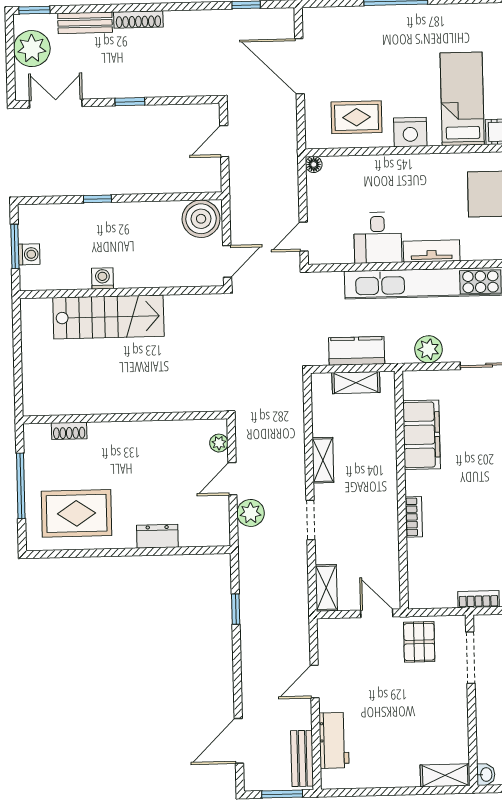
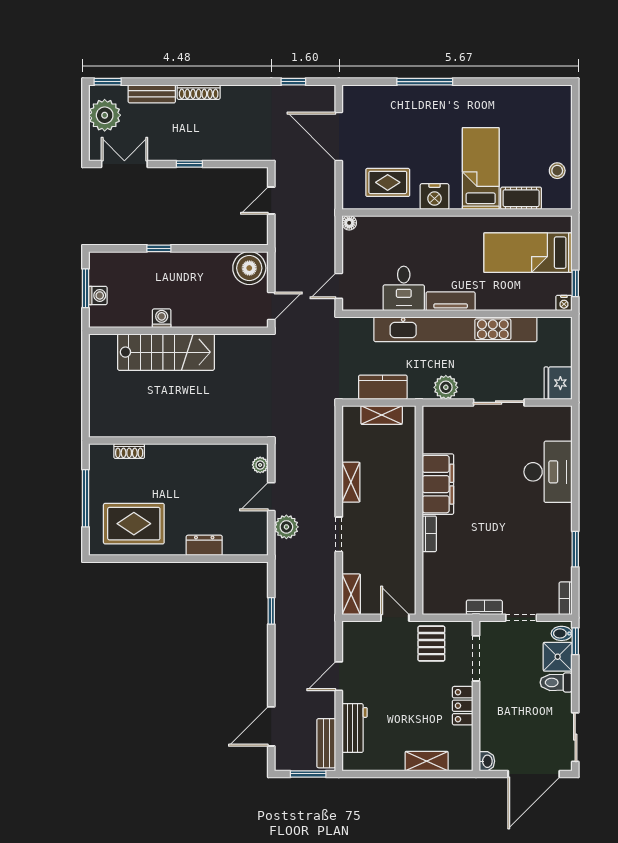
filing cabinet: (422, 435) -> (438, 484), moved
locker: (457, 712) -> (463, 706), added
shelving: (445, 775) -> (427, 761), moved

